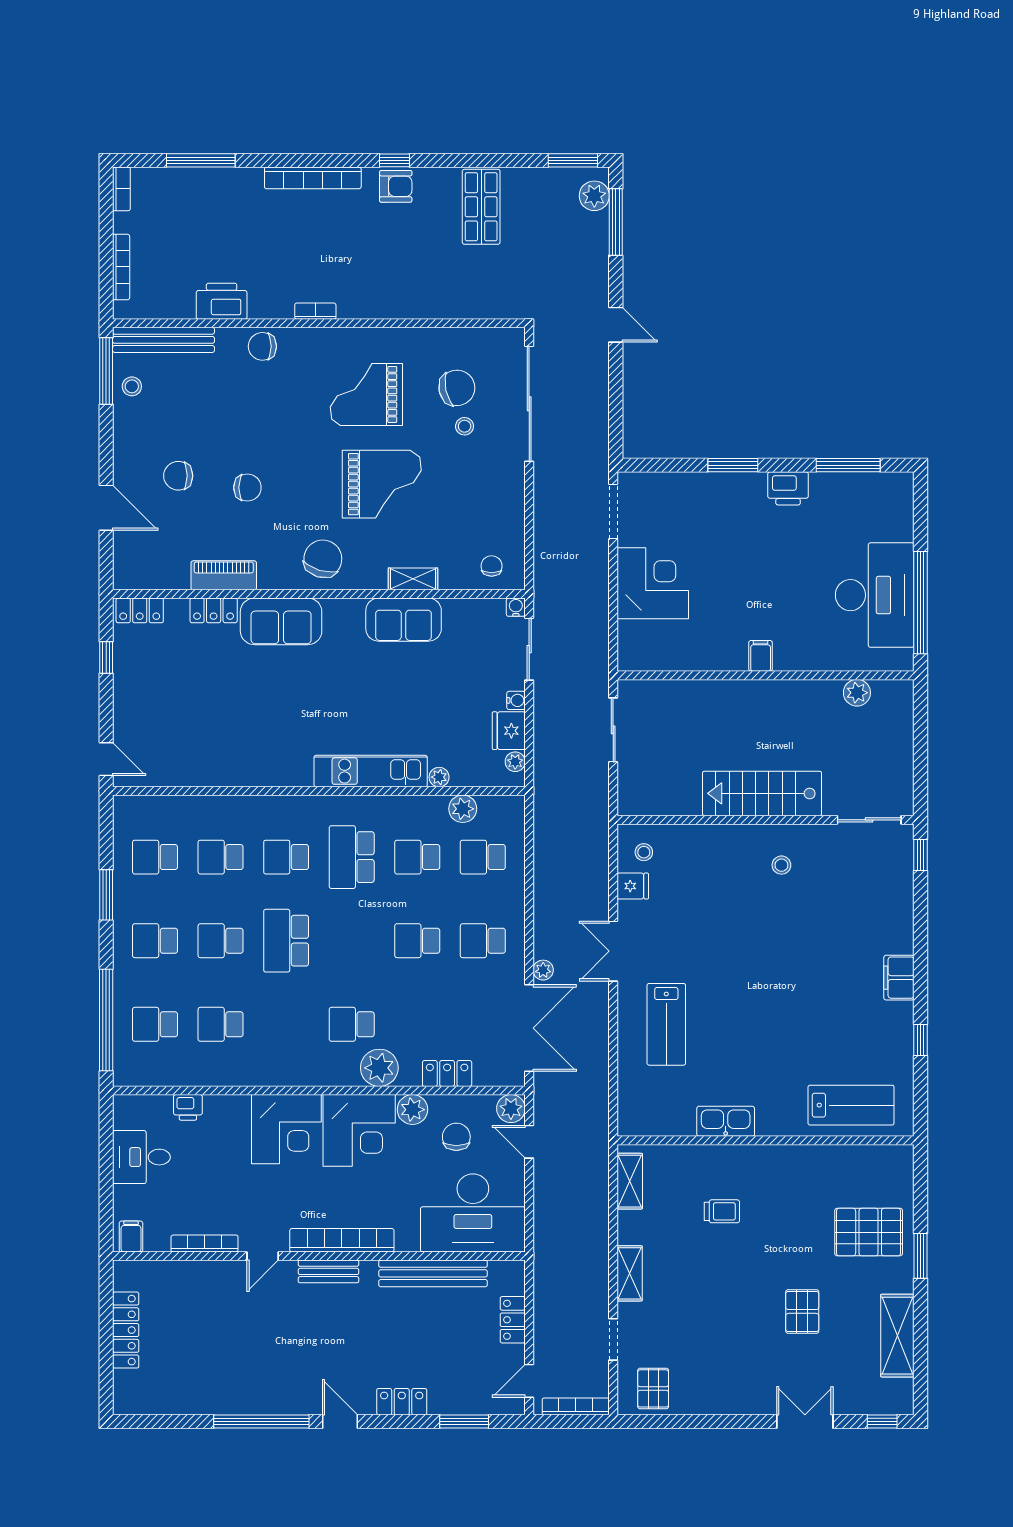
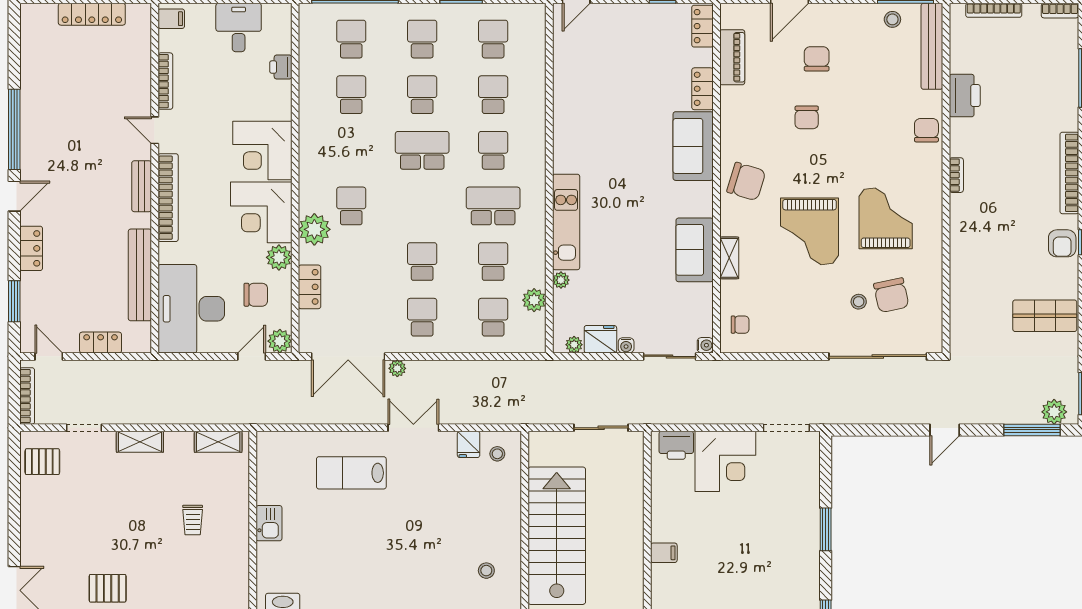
printer: (788, 488) -> (676, 445), moved, turned -90
piano: (224, 575) -> (732, 57), moved
stairs: (762, 793) -> (557, 536), width x1.36, depth x1.51
kitchen sink: (726, 1121) -> (269, 523), width x0.73

